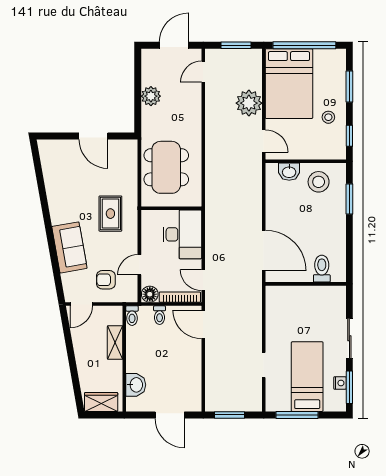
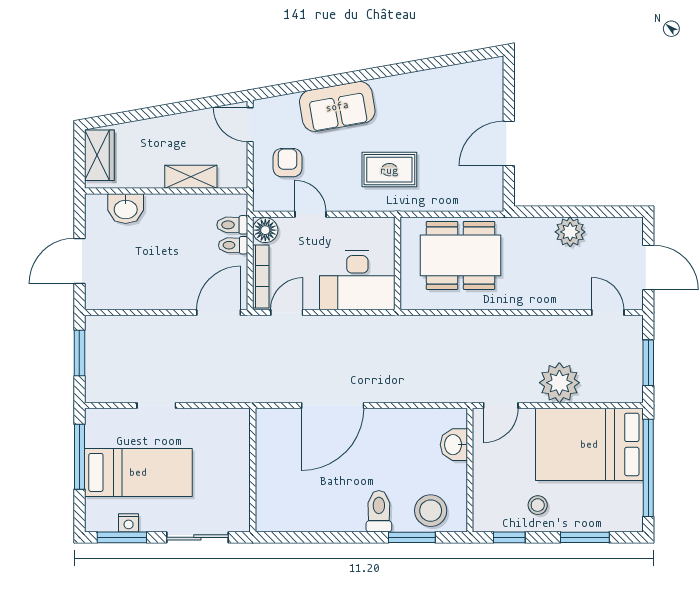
stool: (319, 182) -> (431, 511), moved
toilet: (322, 269) -> (379, 511), moved, turned -90
wall: (306, 284) -> (253, 470), moved
toilet: (132, 316) -> (232, 225), moved

